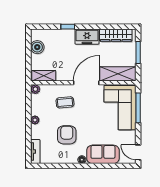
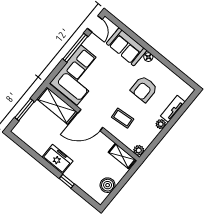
wardrobe: (116, 35) -> (32, 140), removed
window: (138, 108) -> (75, 48), moved
tv unit: (35, 152) -> (173, 109), moved

